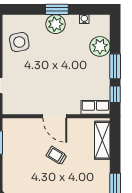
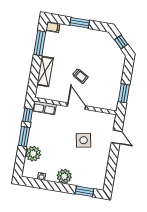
window: (57, 9) -> (84, 191), moved
side table: (19, 42) -> (84, 140), moved
shelving: (102, 140) -> (45, 71), moved

